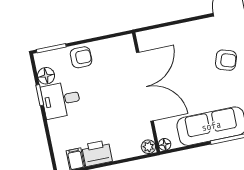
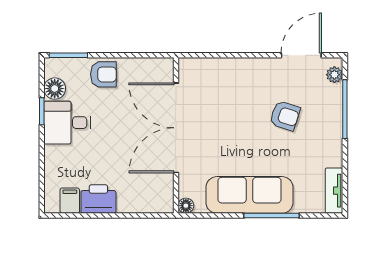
double door: (145, 87) -> (176, 128), swing flipped
plant: (148, 147) -> (165, 204), removed

